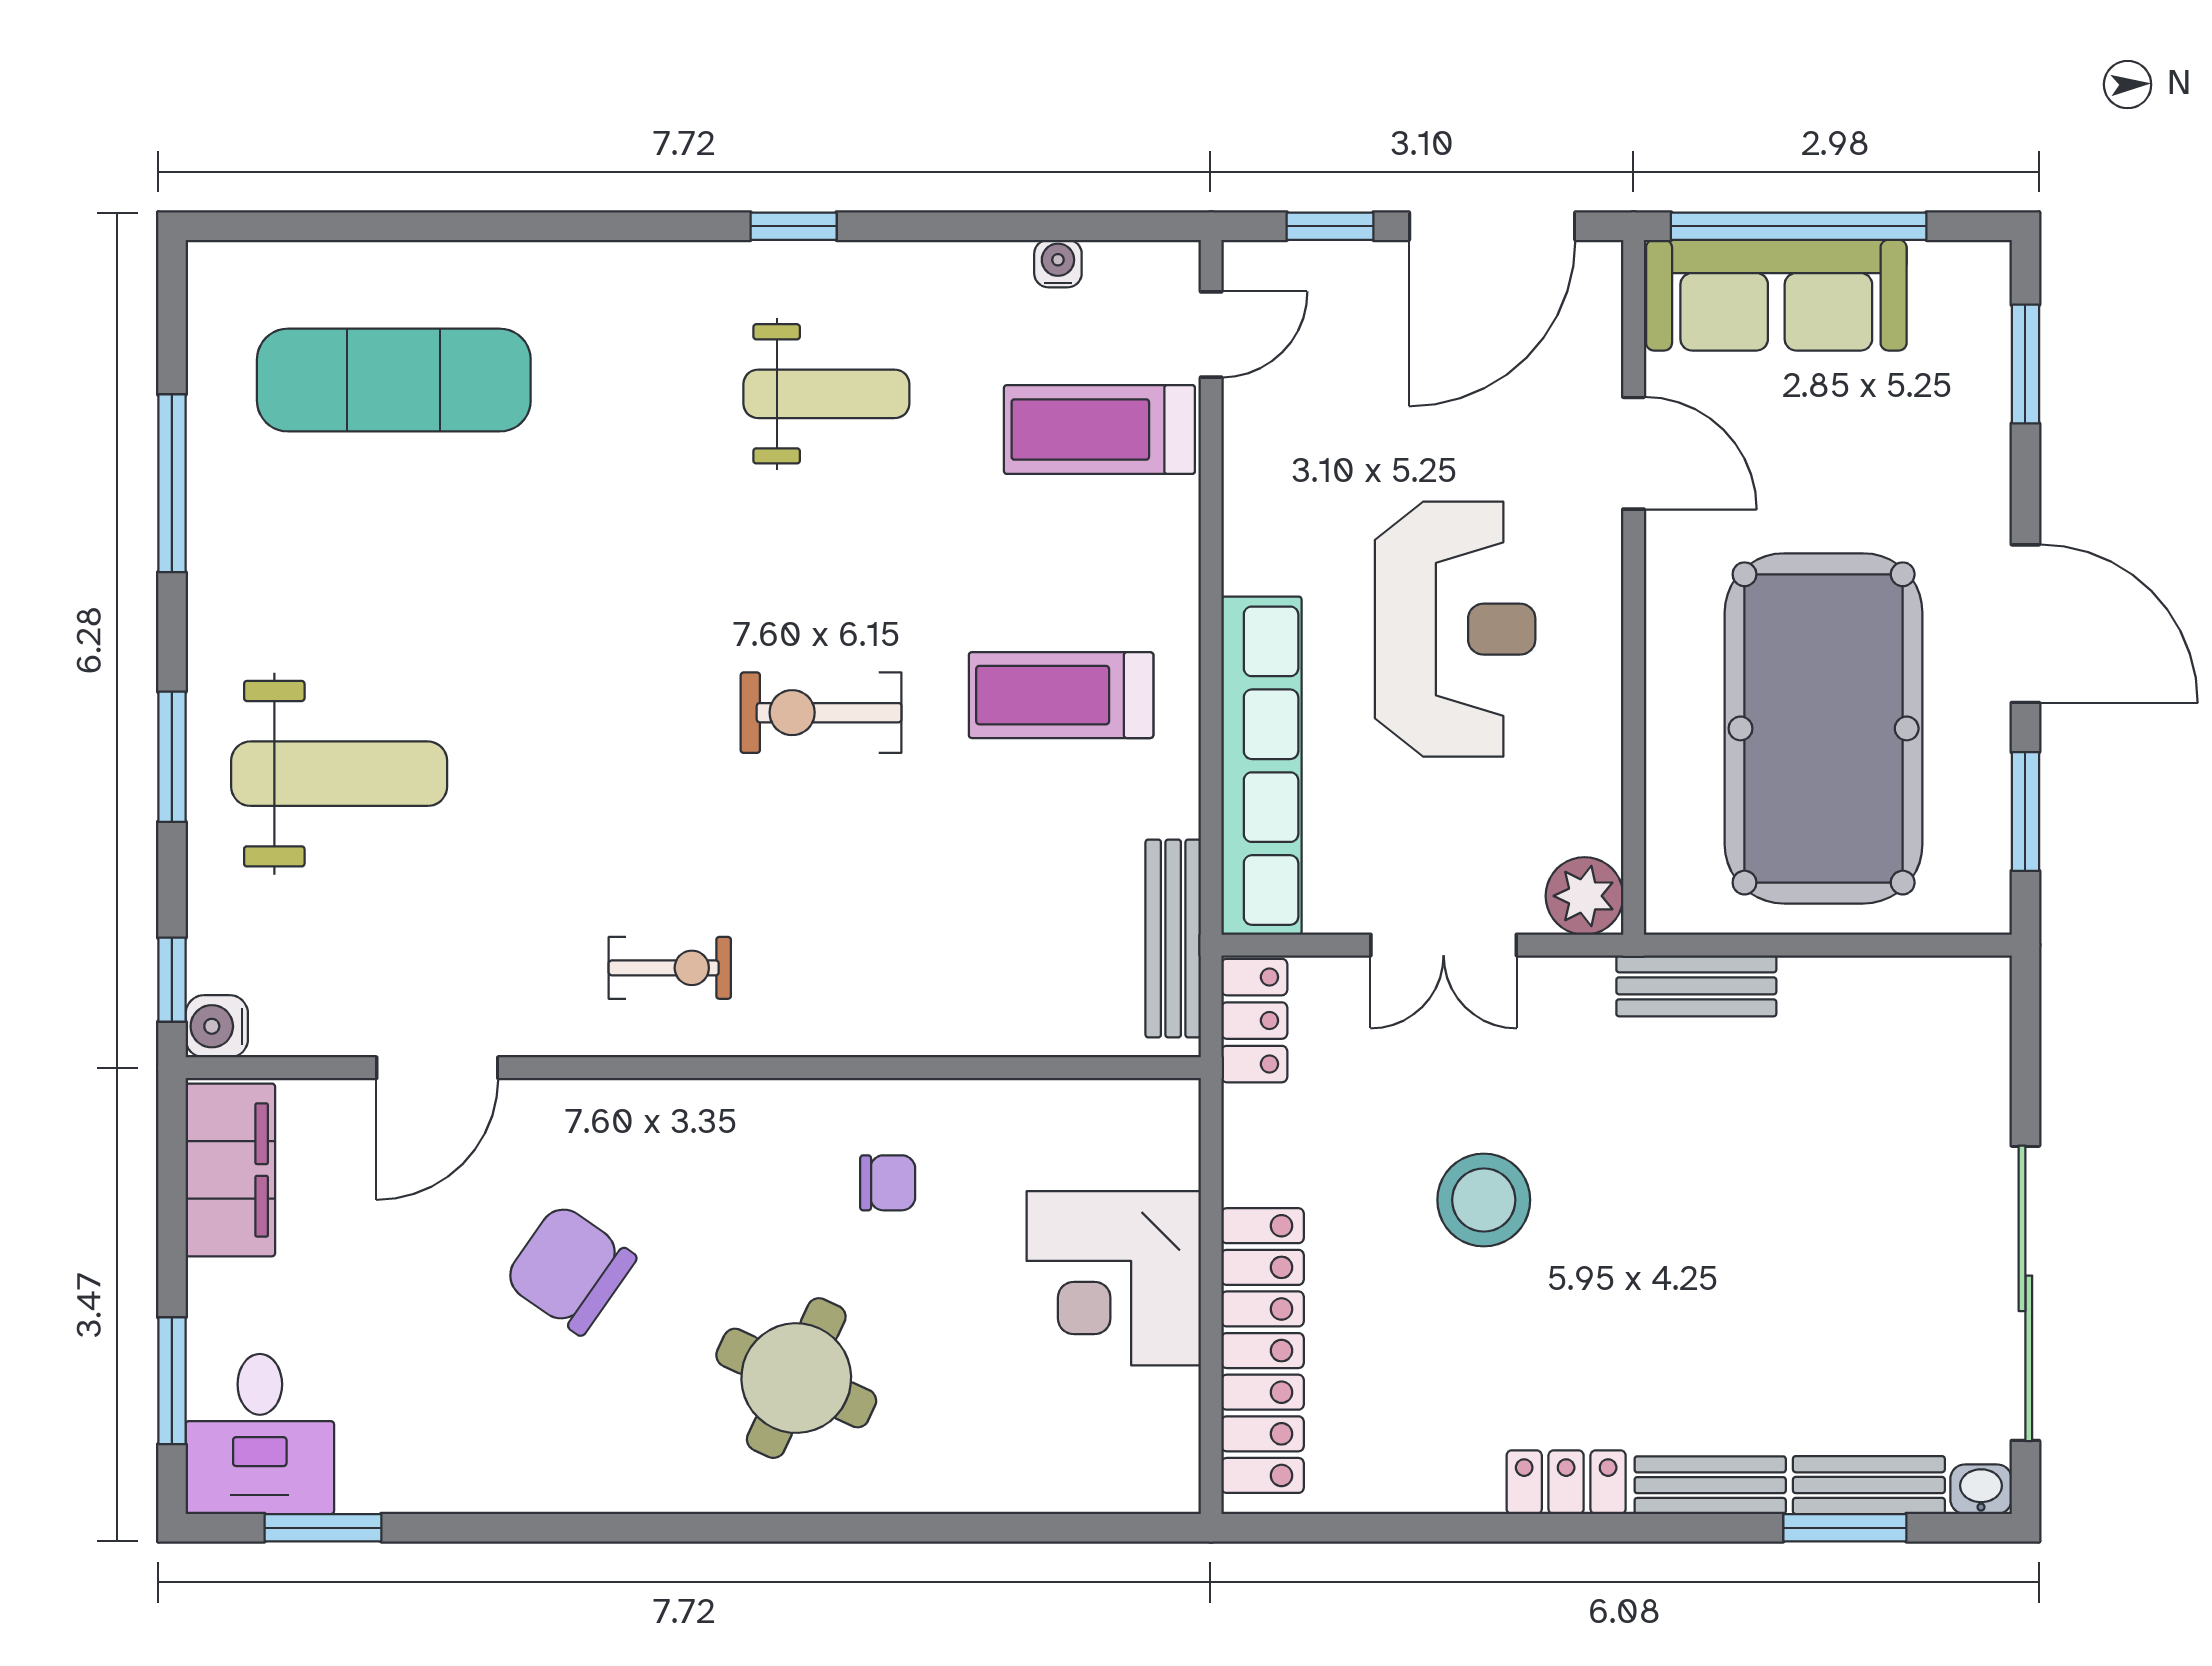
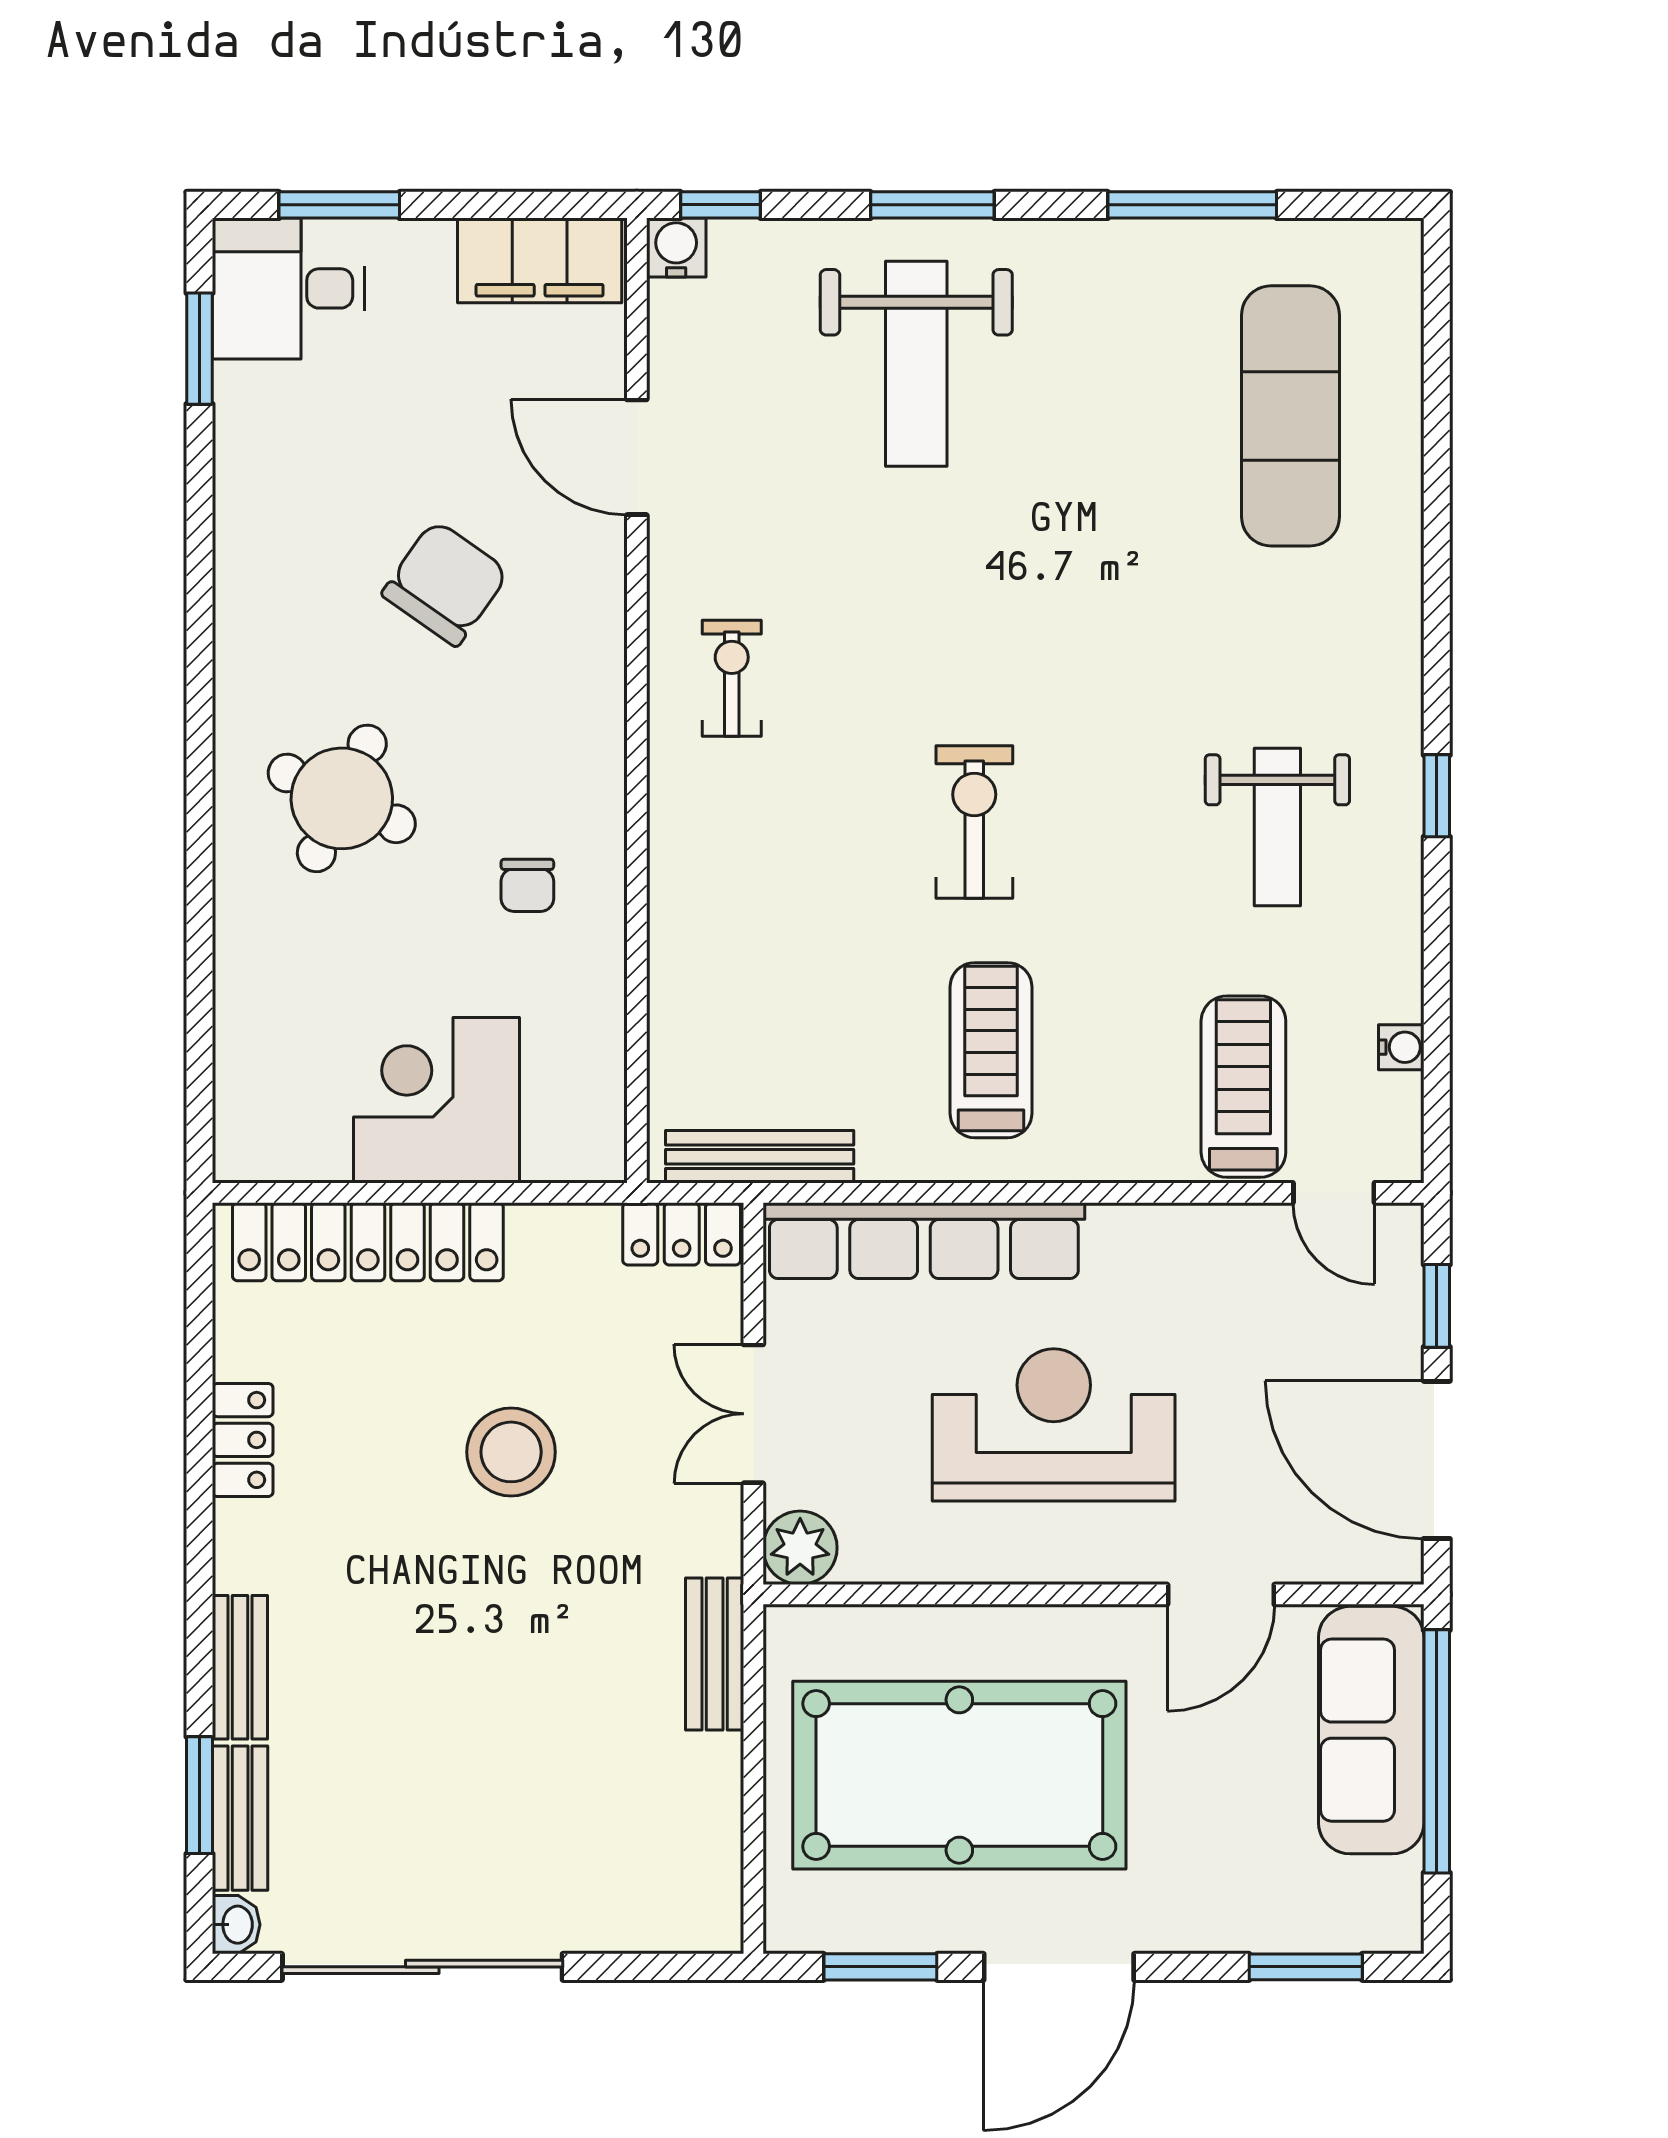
reception desk: (1455, 629) -> (1054, 1425), turned 180
exercise bike: (670, 968) -> (732, 678), turned 180
locker: (1566, 1482) -> (243, 1440), moved

